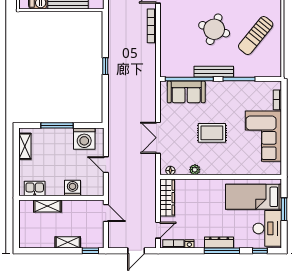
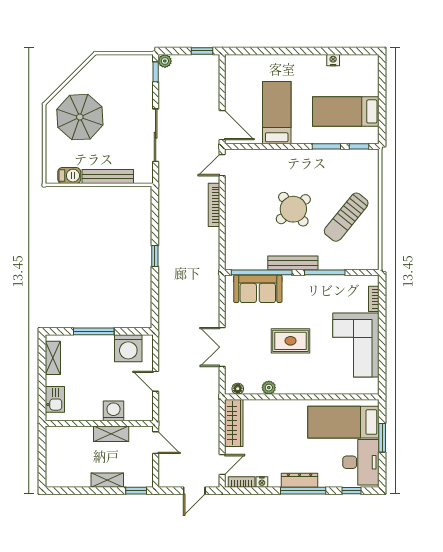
round table: (214, 29) -> (293, 209), turned 32
kitchen sink: (35, 188) -> (55, 399), moved, turned 90
shelving: (47, 206) -> (111, 434), moved

